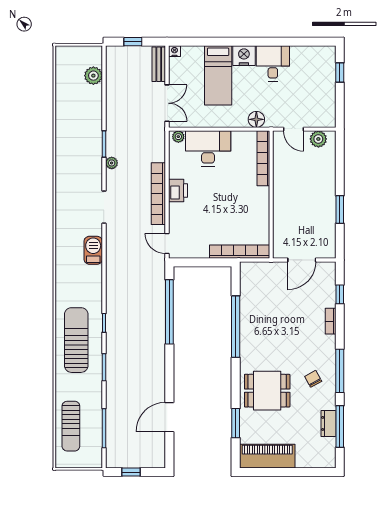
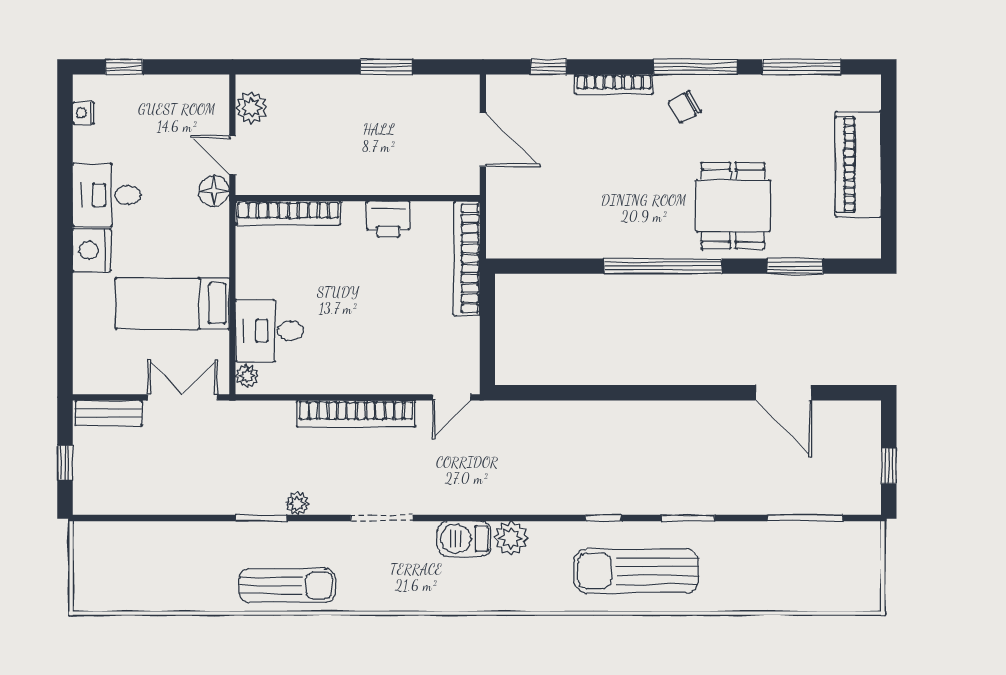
nightstand: (174, 51) -> (83, 113), moved
bed: (218, 75) -> (172, 303), moved, turned 180
plant: (93, 76) -> (511, 538), moved
floor lamp: (256, 119) -> (214, 191), moved
door: (293, 129) -> (232, 155), swing flipped
desk: (208, 148) -> (269, 331), width x0.73
printer: (178, 190) -> (388, 219), moved, turned 180
window: (169, 312) -> (582, 393), removed
bookcase: (331, 321) -> (614, 84), width x1.56
window: (236, 327) -> (663, 266), moved
chair: (313, 379) -> (685, 107), moved
dresser: (328, 423) -> (796, 88), removed
sun lounger: (71, 426) -> (287, 585), moved
piano: (267, 456) -> (858, 164), moved

